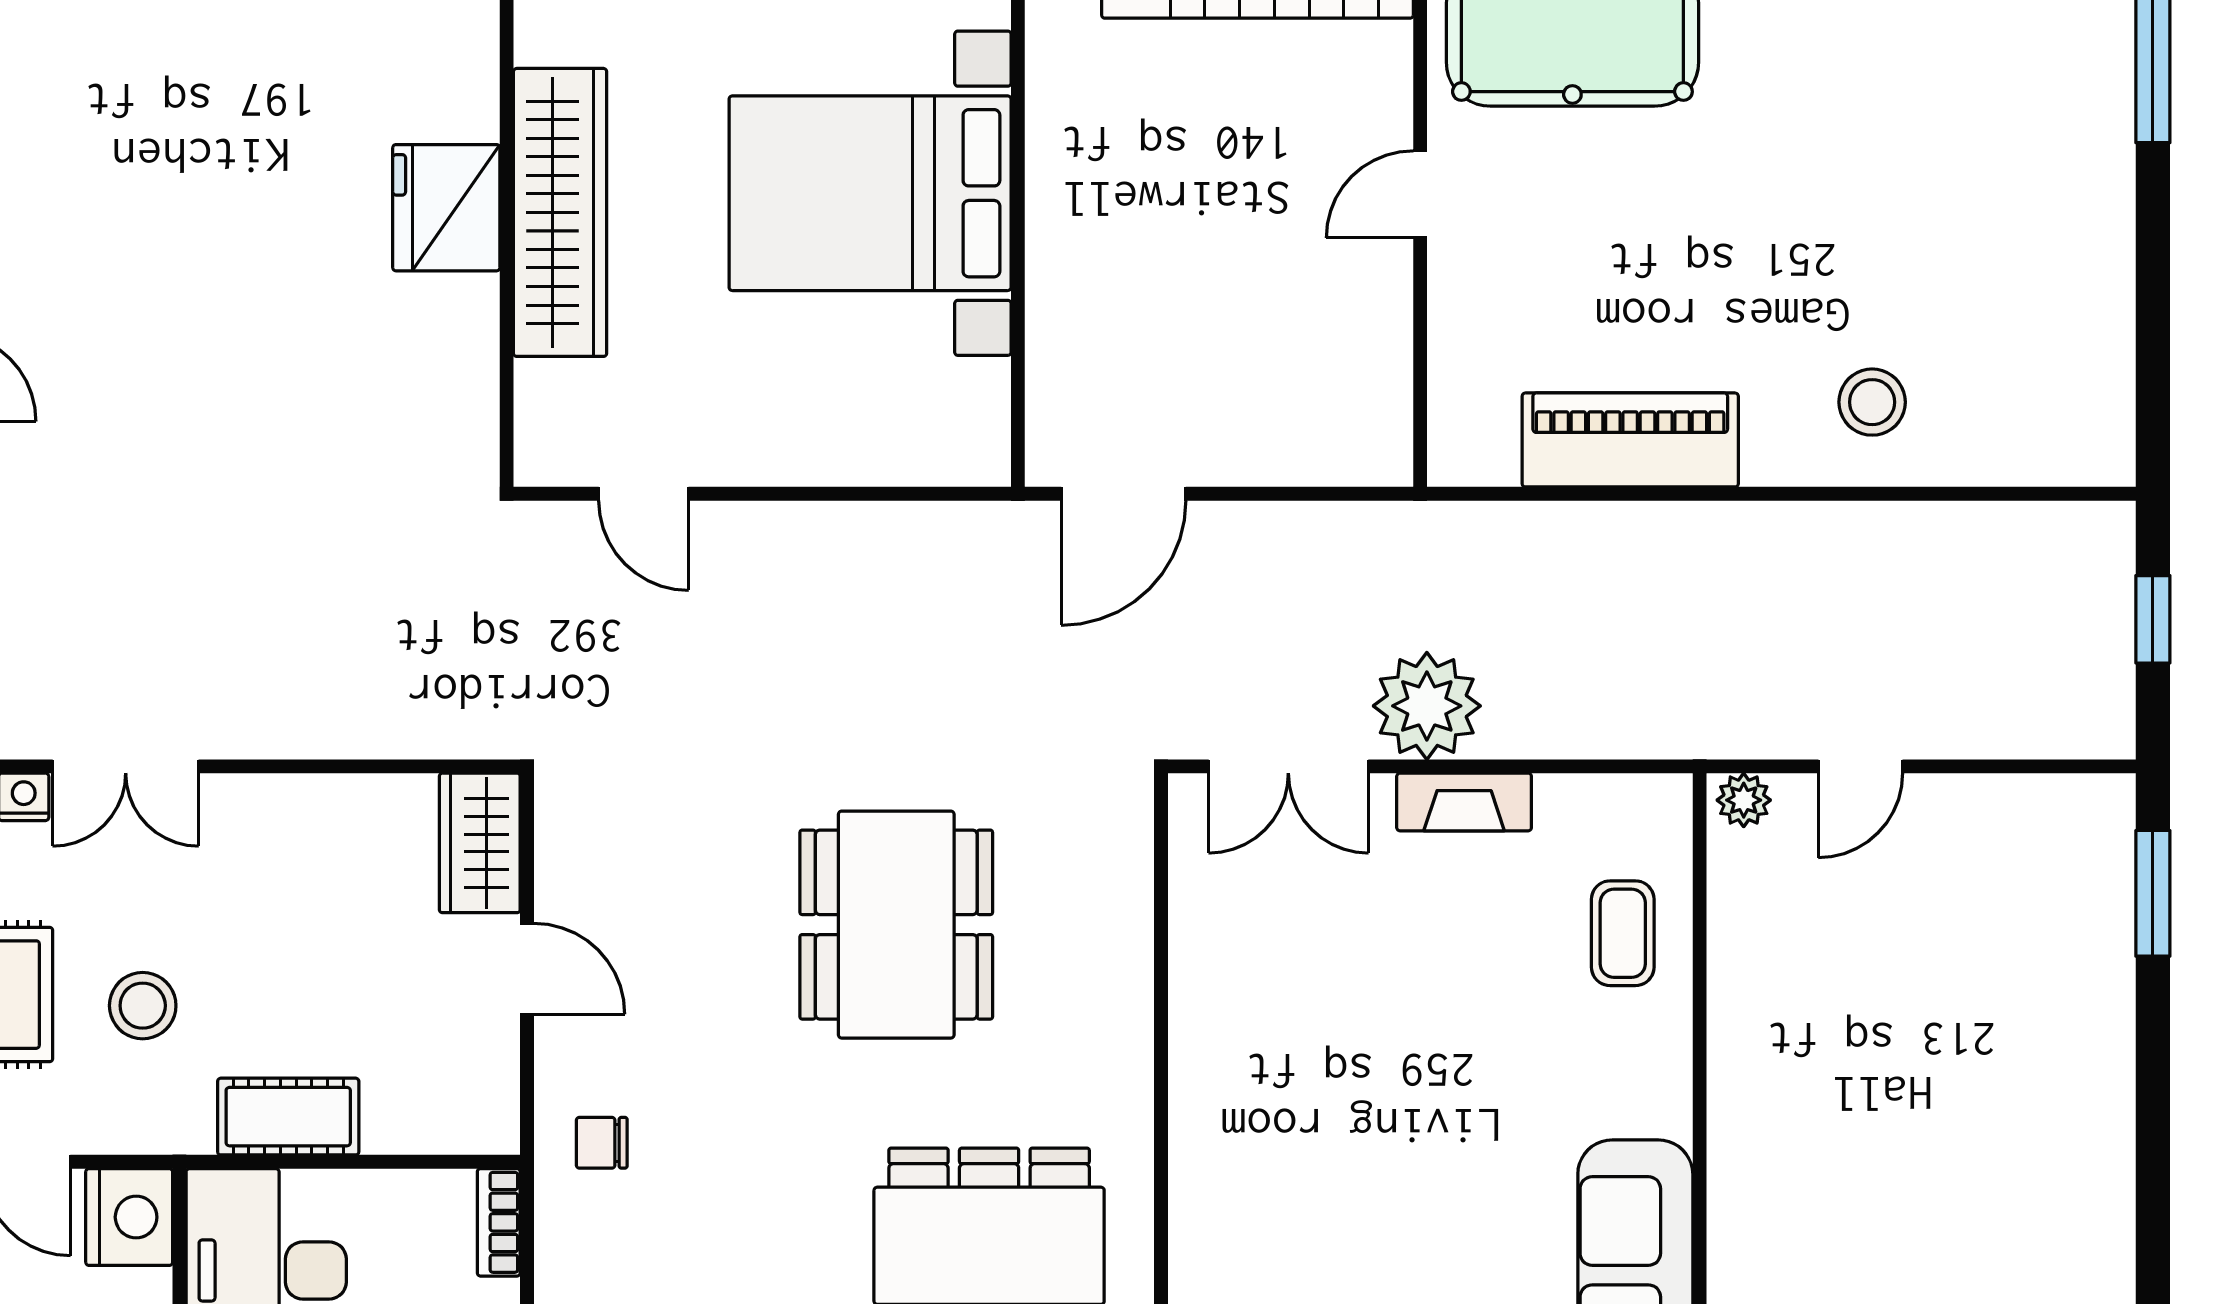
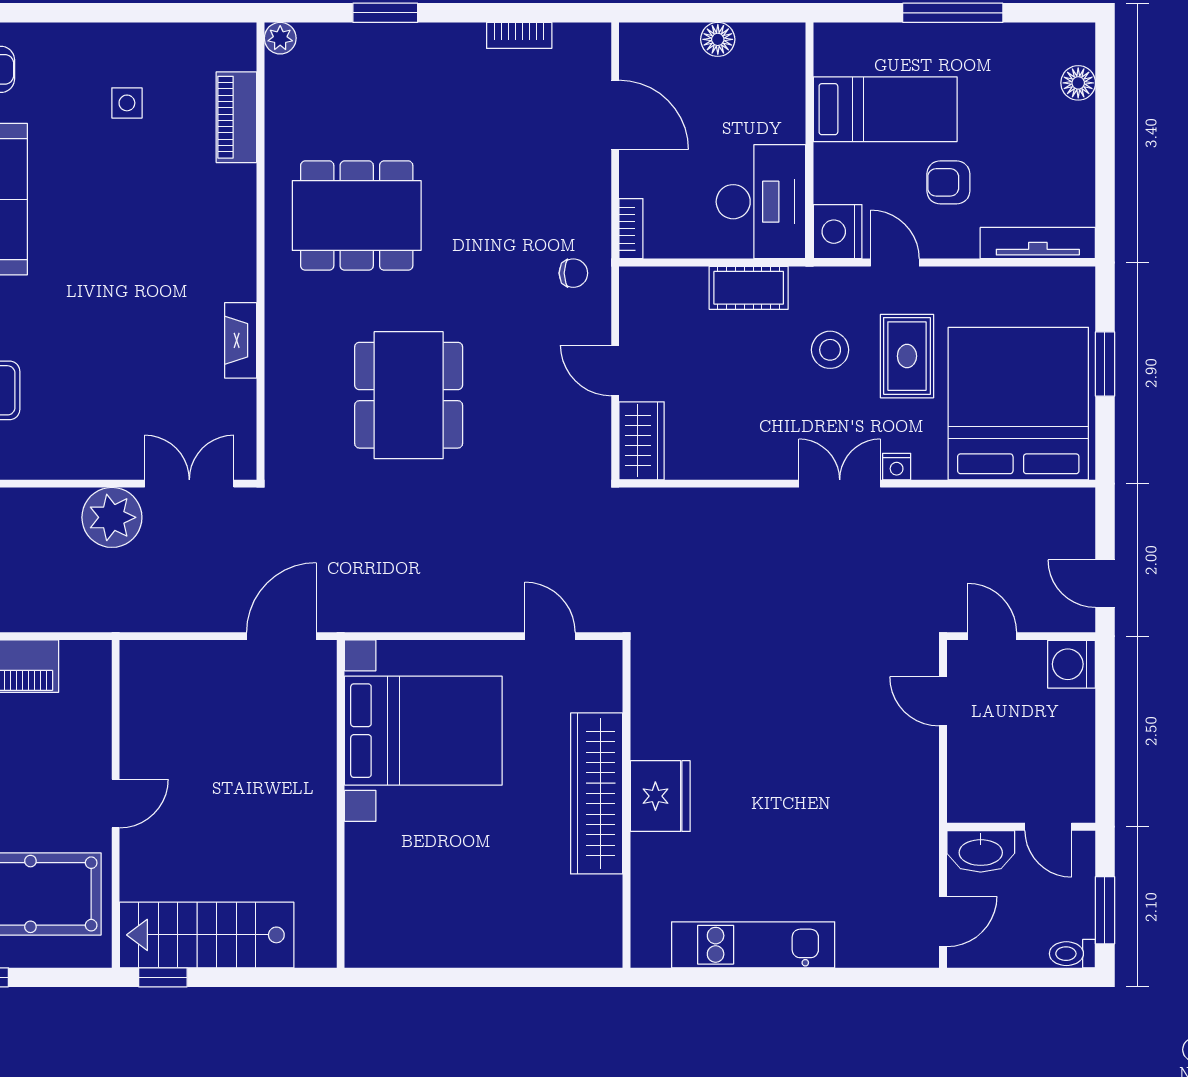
bed with nightstands: (870, 193) -> (423, 731), moved
fireplace: (1464, 802) -> (241, 340), moved, turned -90

